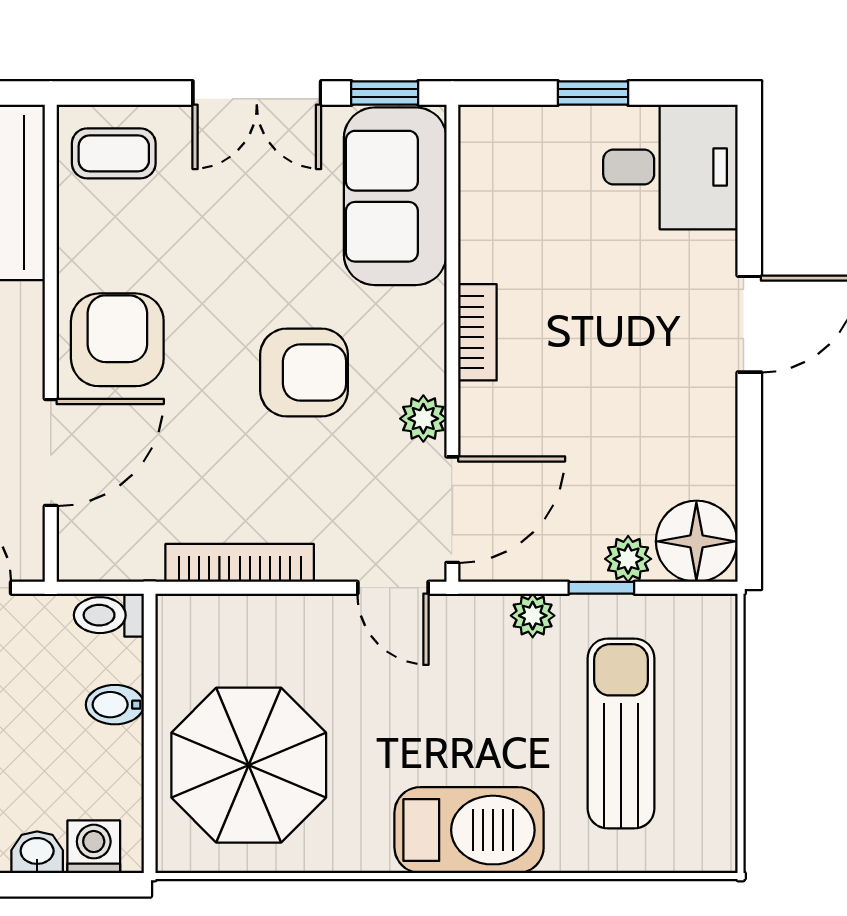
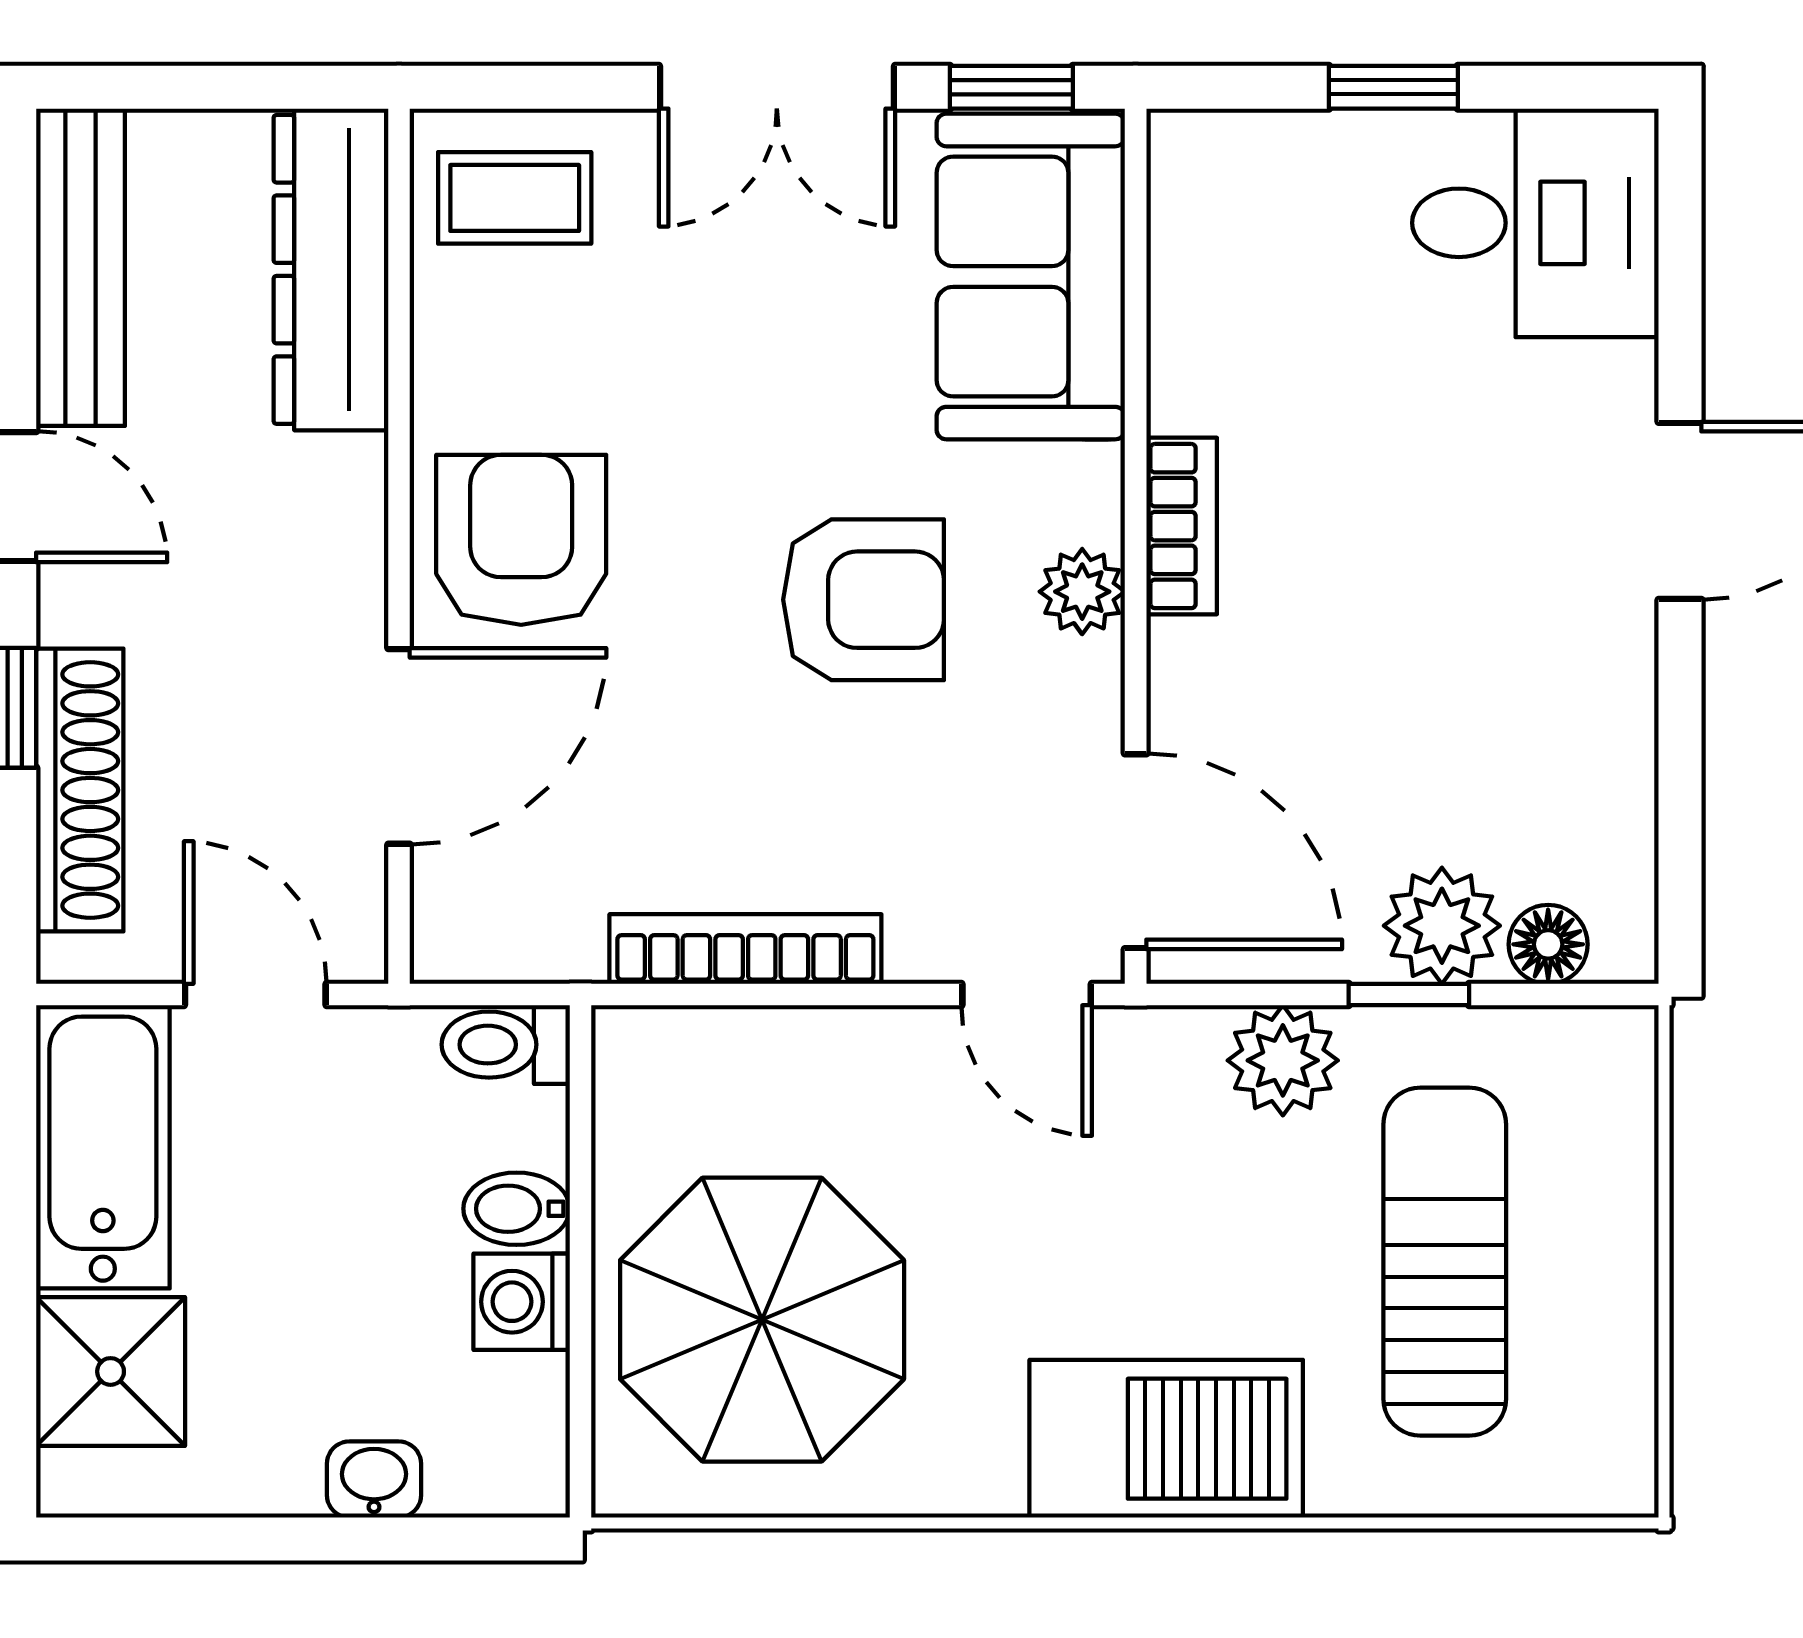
plant: (423, 419) -> (1082, 592), moved
door: (452, 510) -> (1136, 851), hinge flipped
floor lamp: (696, 541) -> (1548, 944), width x0.53, depth x0.53
plant: (628, 559) -> (1442, 926), width x1.38, depth x1.38
plant: (533, 616) -> (1283, 1060), width x1.38, depth x1.38
washing machine: (94, 847) -> (522, 1302), moved, turned -90

